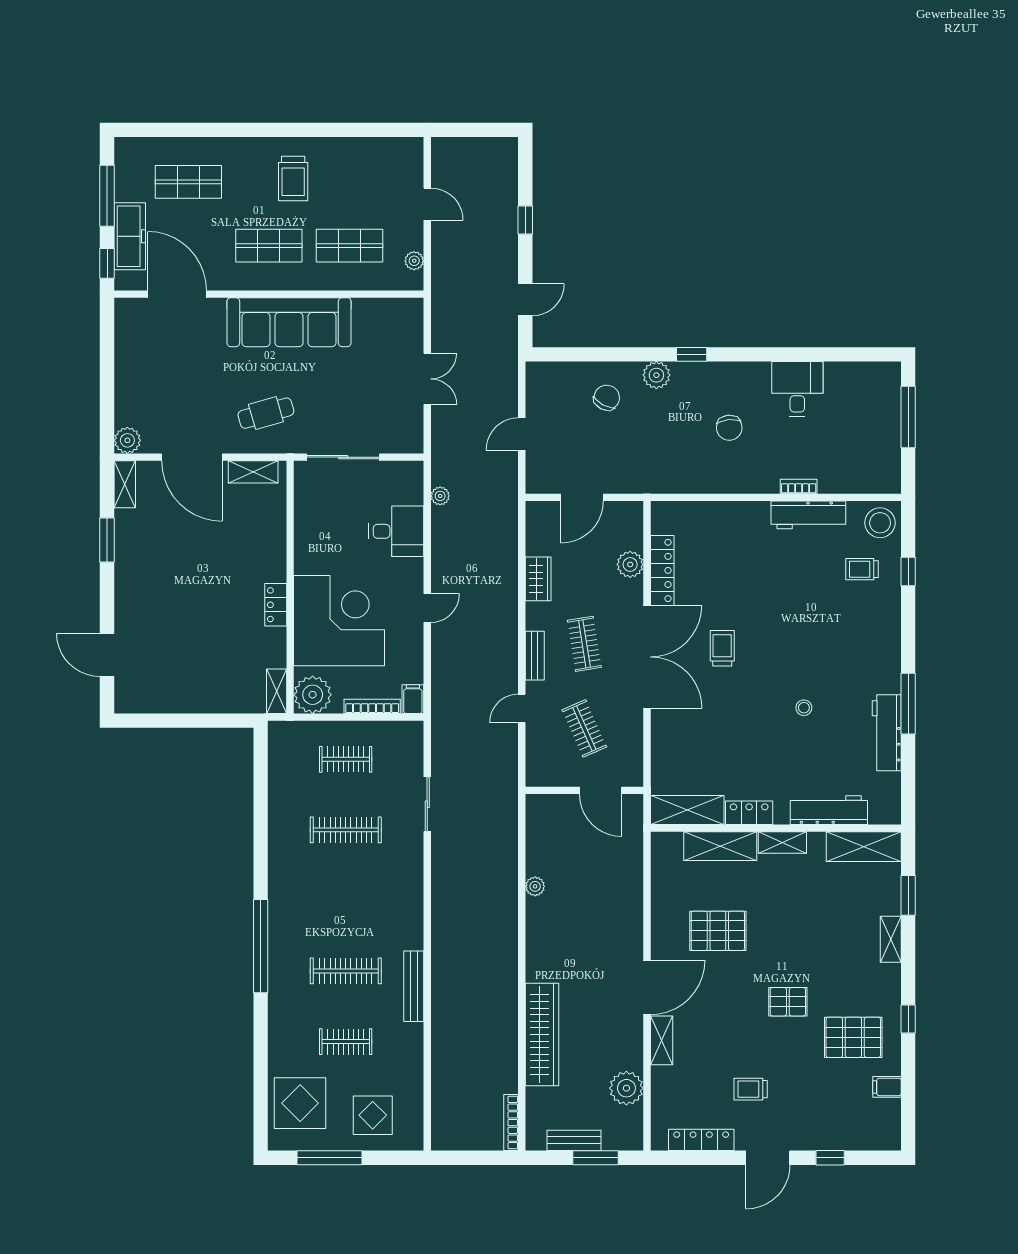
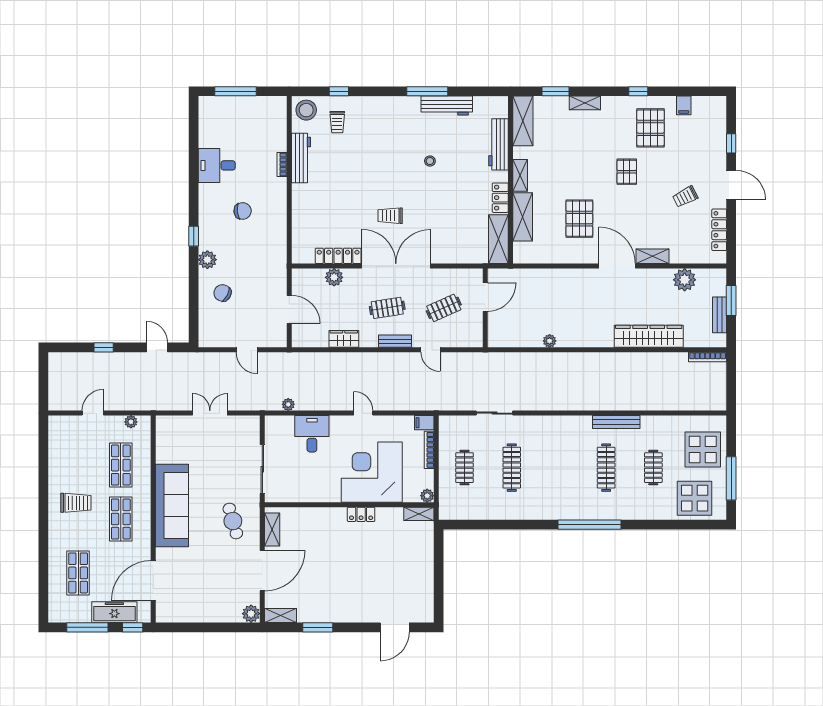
plant: (313, 695) -> (427, 496), width x0.53, depth x0.53
trolley: (751, 1089) -> (685, 197), turned 63
display table: (373, 1115) -> (703, 450), width x1.36, depth x1.36

